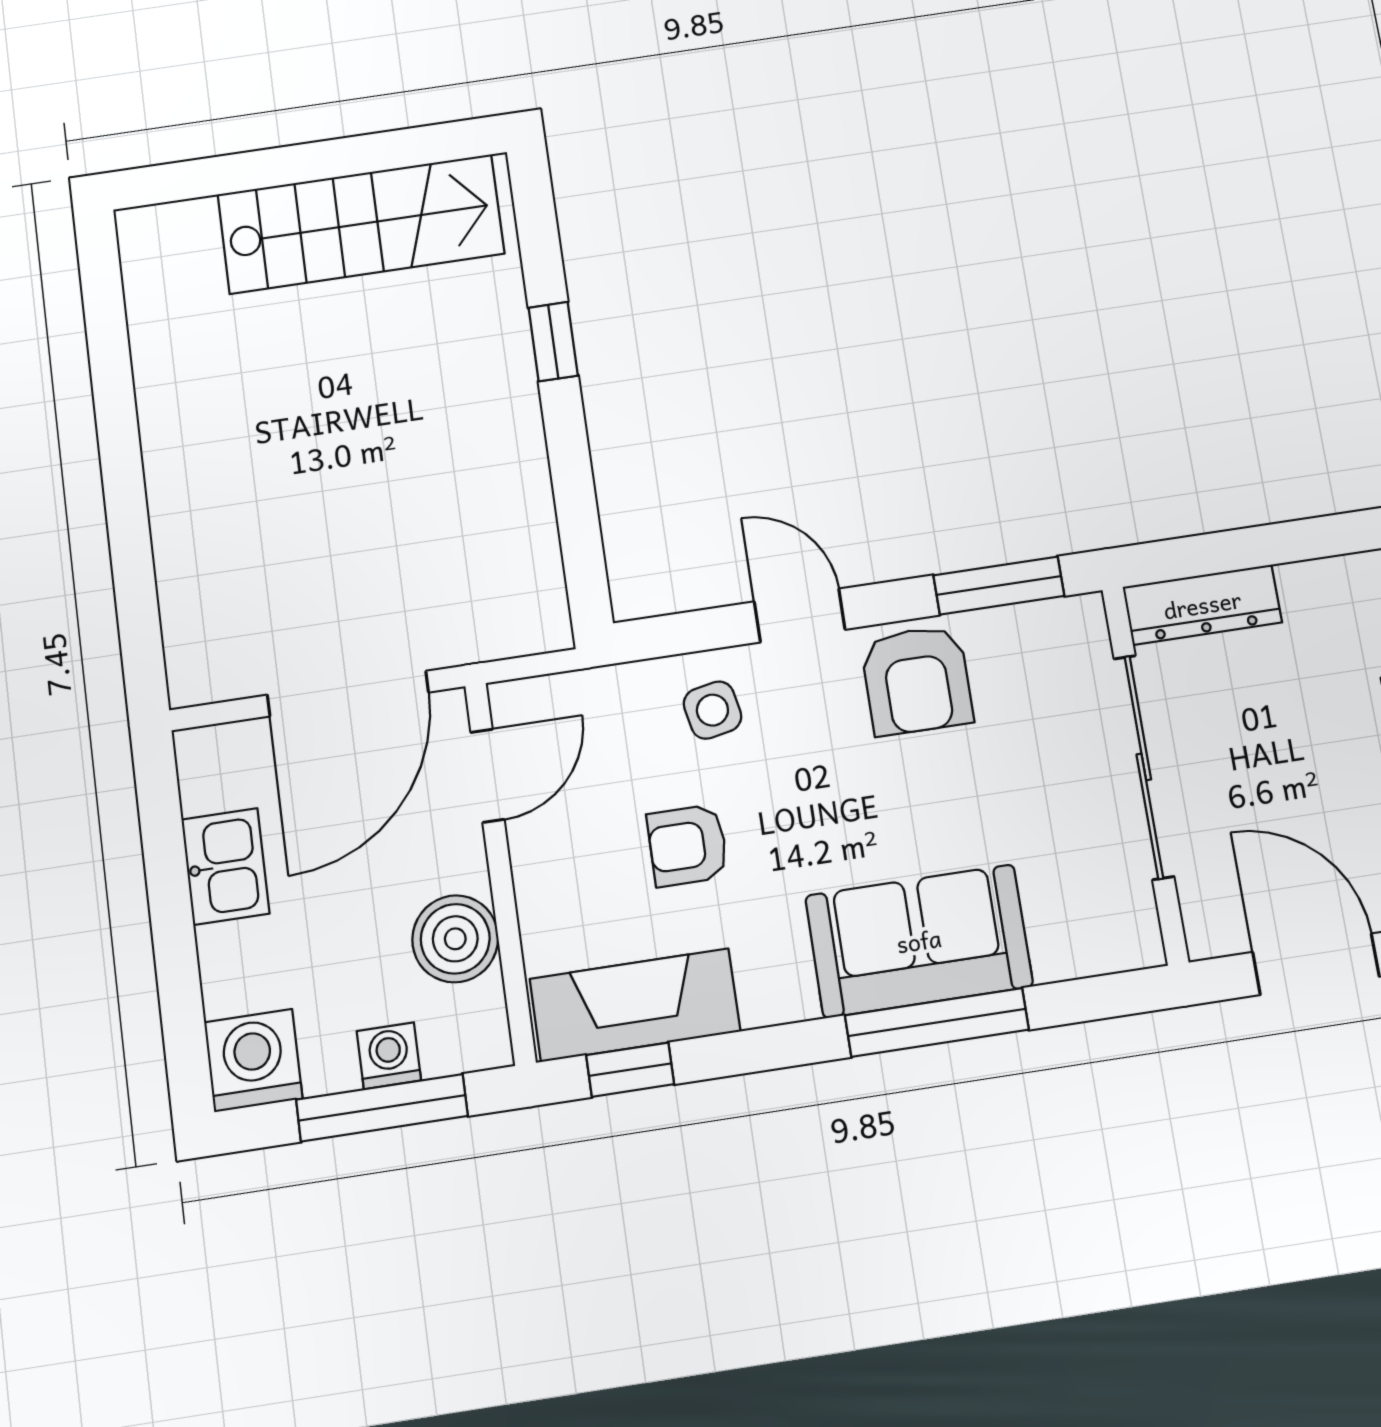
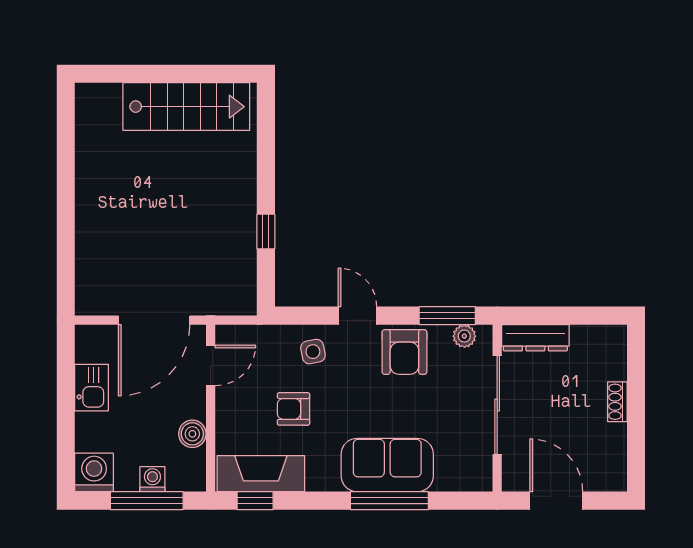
window: (553, 342) -> (266, 232), moved
plant: (1044, 625) -> (464, 336), added
boiler: (455, 939) -> (192, 434), width x0.73, depth x0.73

